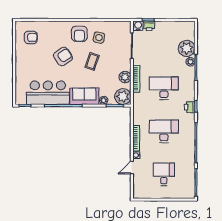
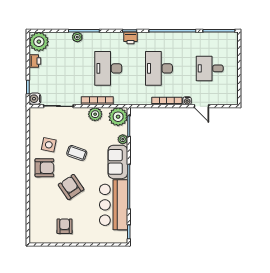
printer: (149, 26) -> (35, 61), moved
armchair: (31, 37) -> (65, 226), moved
plant: (187, 48) -> (39, 42), moved

